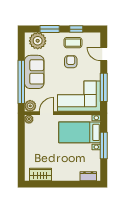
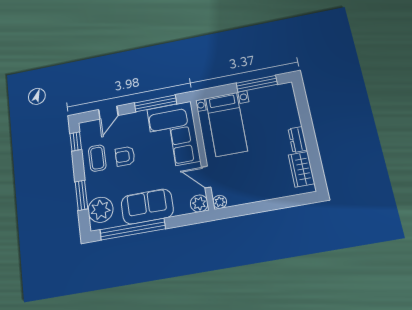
window: (76, 29) -> (76, 141), moved
window: (21, 82) -> (133, 229), moved
window: (104, 145) -> (257, 84), moved
dresser: (88, 176) -> (298, 139), moved

